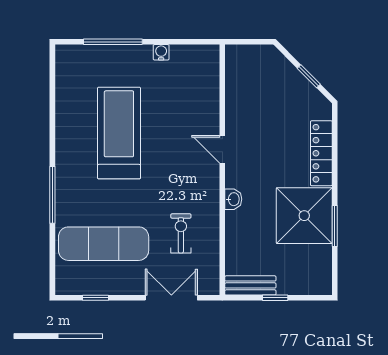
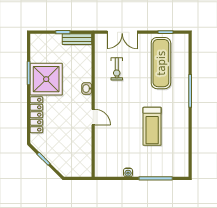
treadmill: (119, 133) -> (152, 126), width x0.73, depth x0.73
exercise mat: (104, 244) -> (161, 63), turned 90

